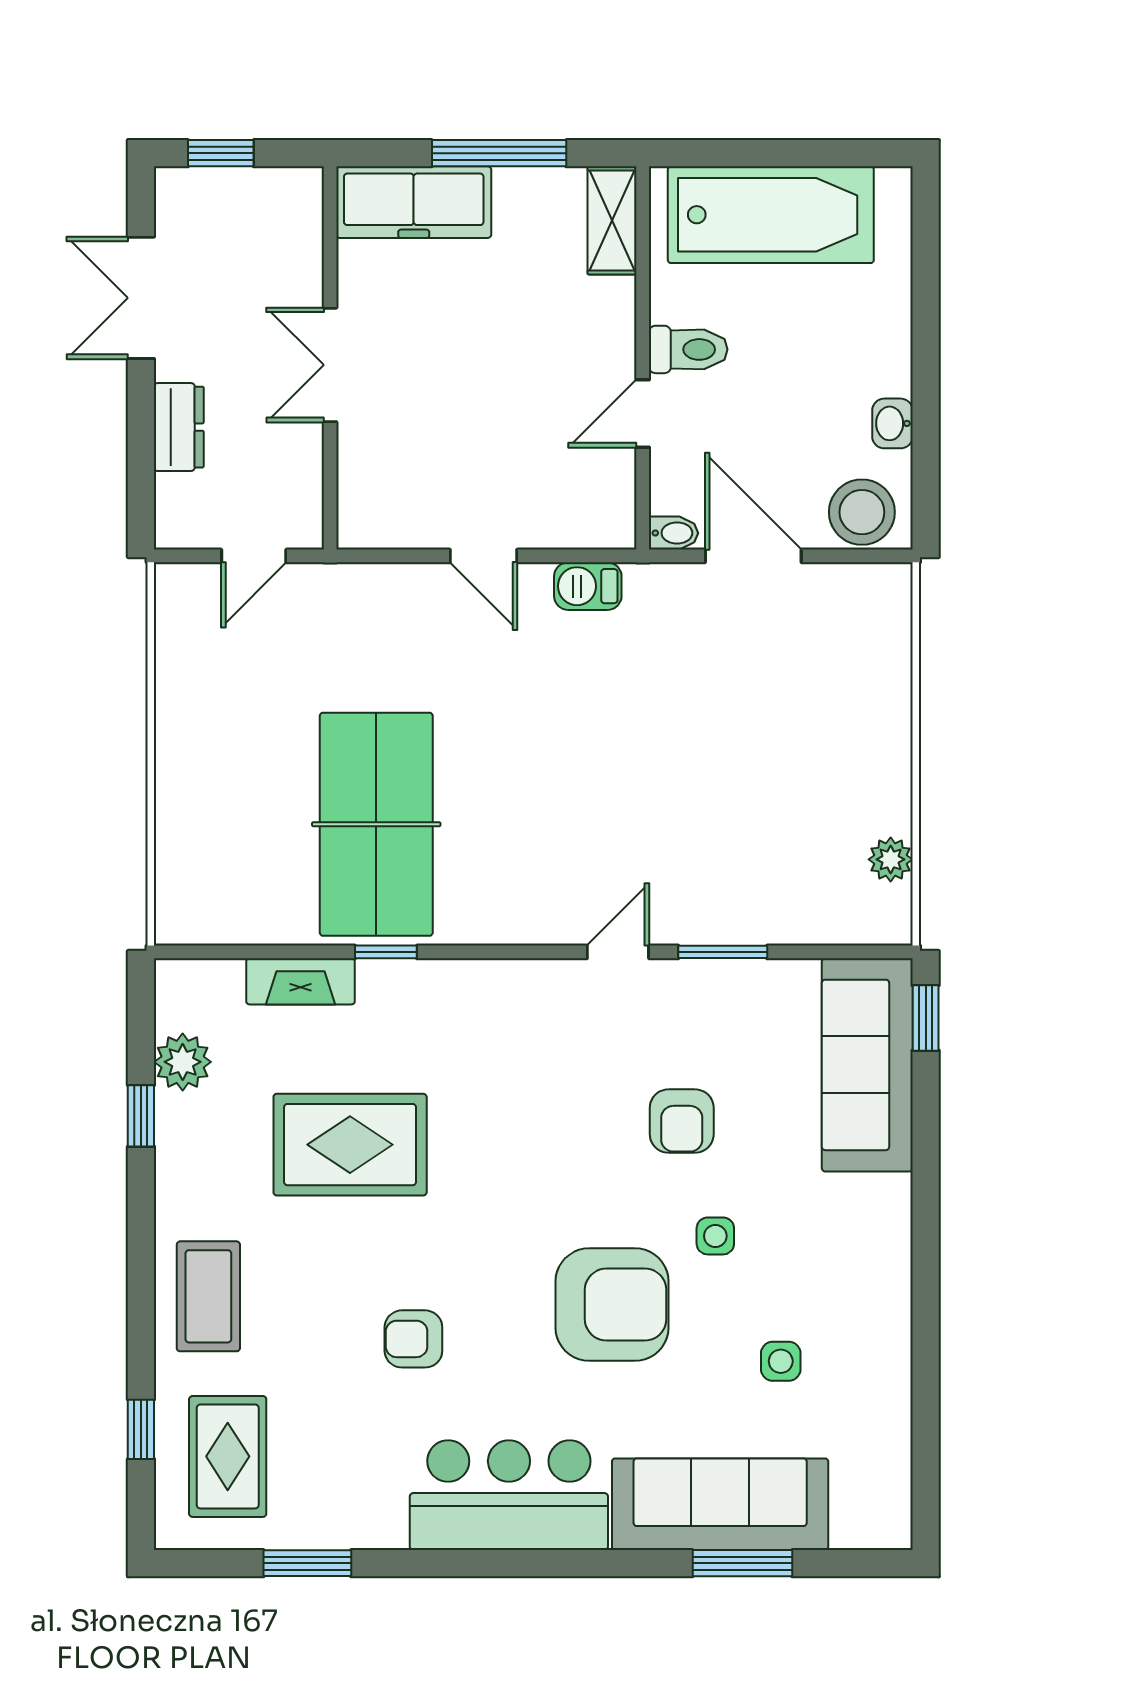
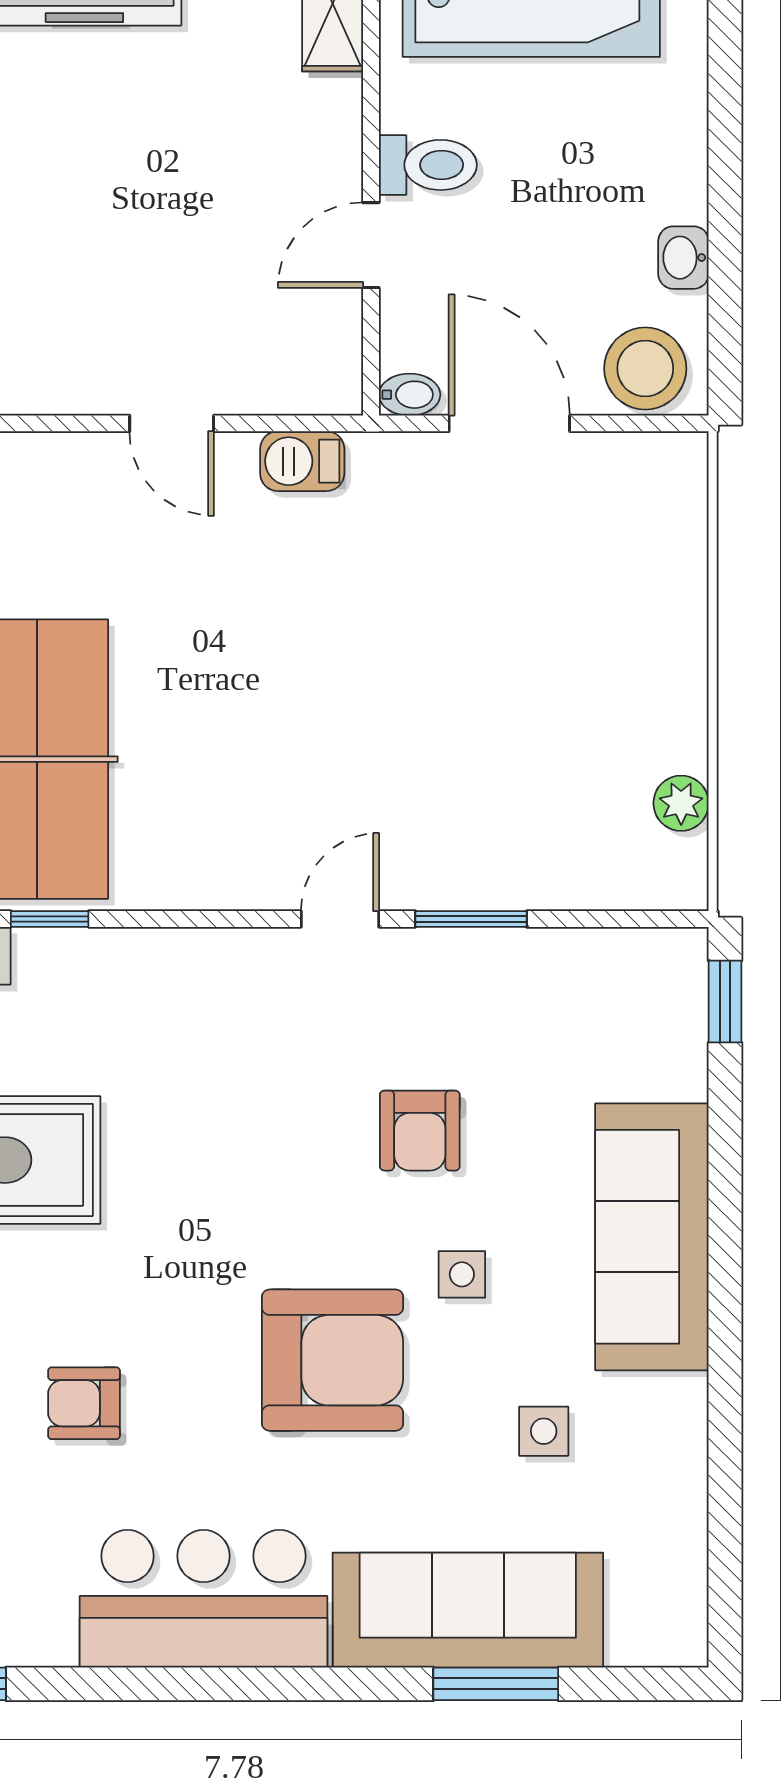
sofa: (867, 1065) -> (652, 1237), moved

